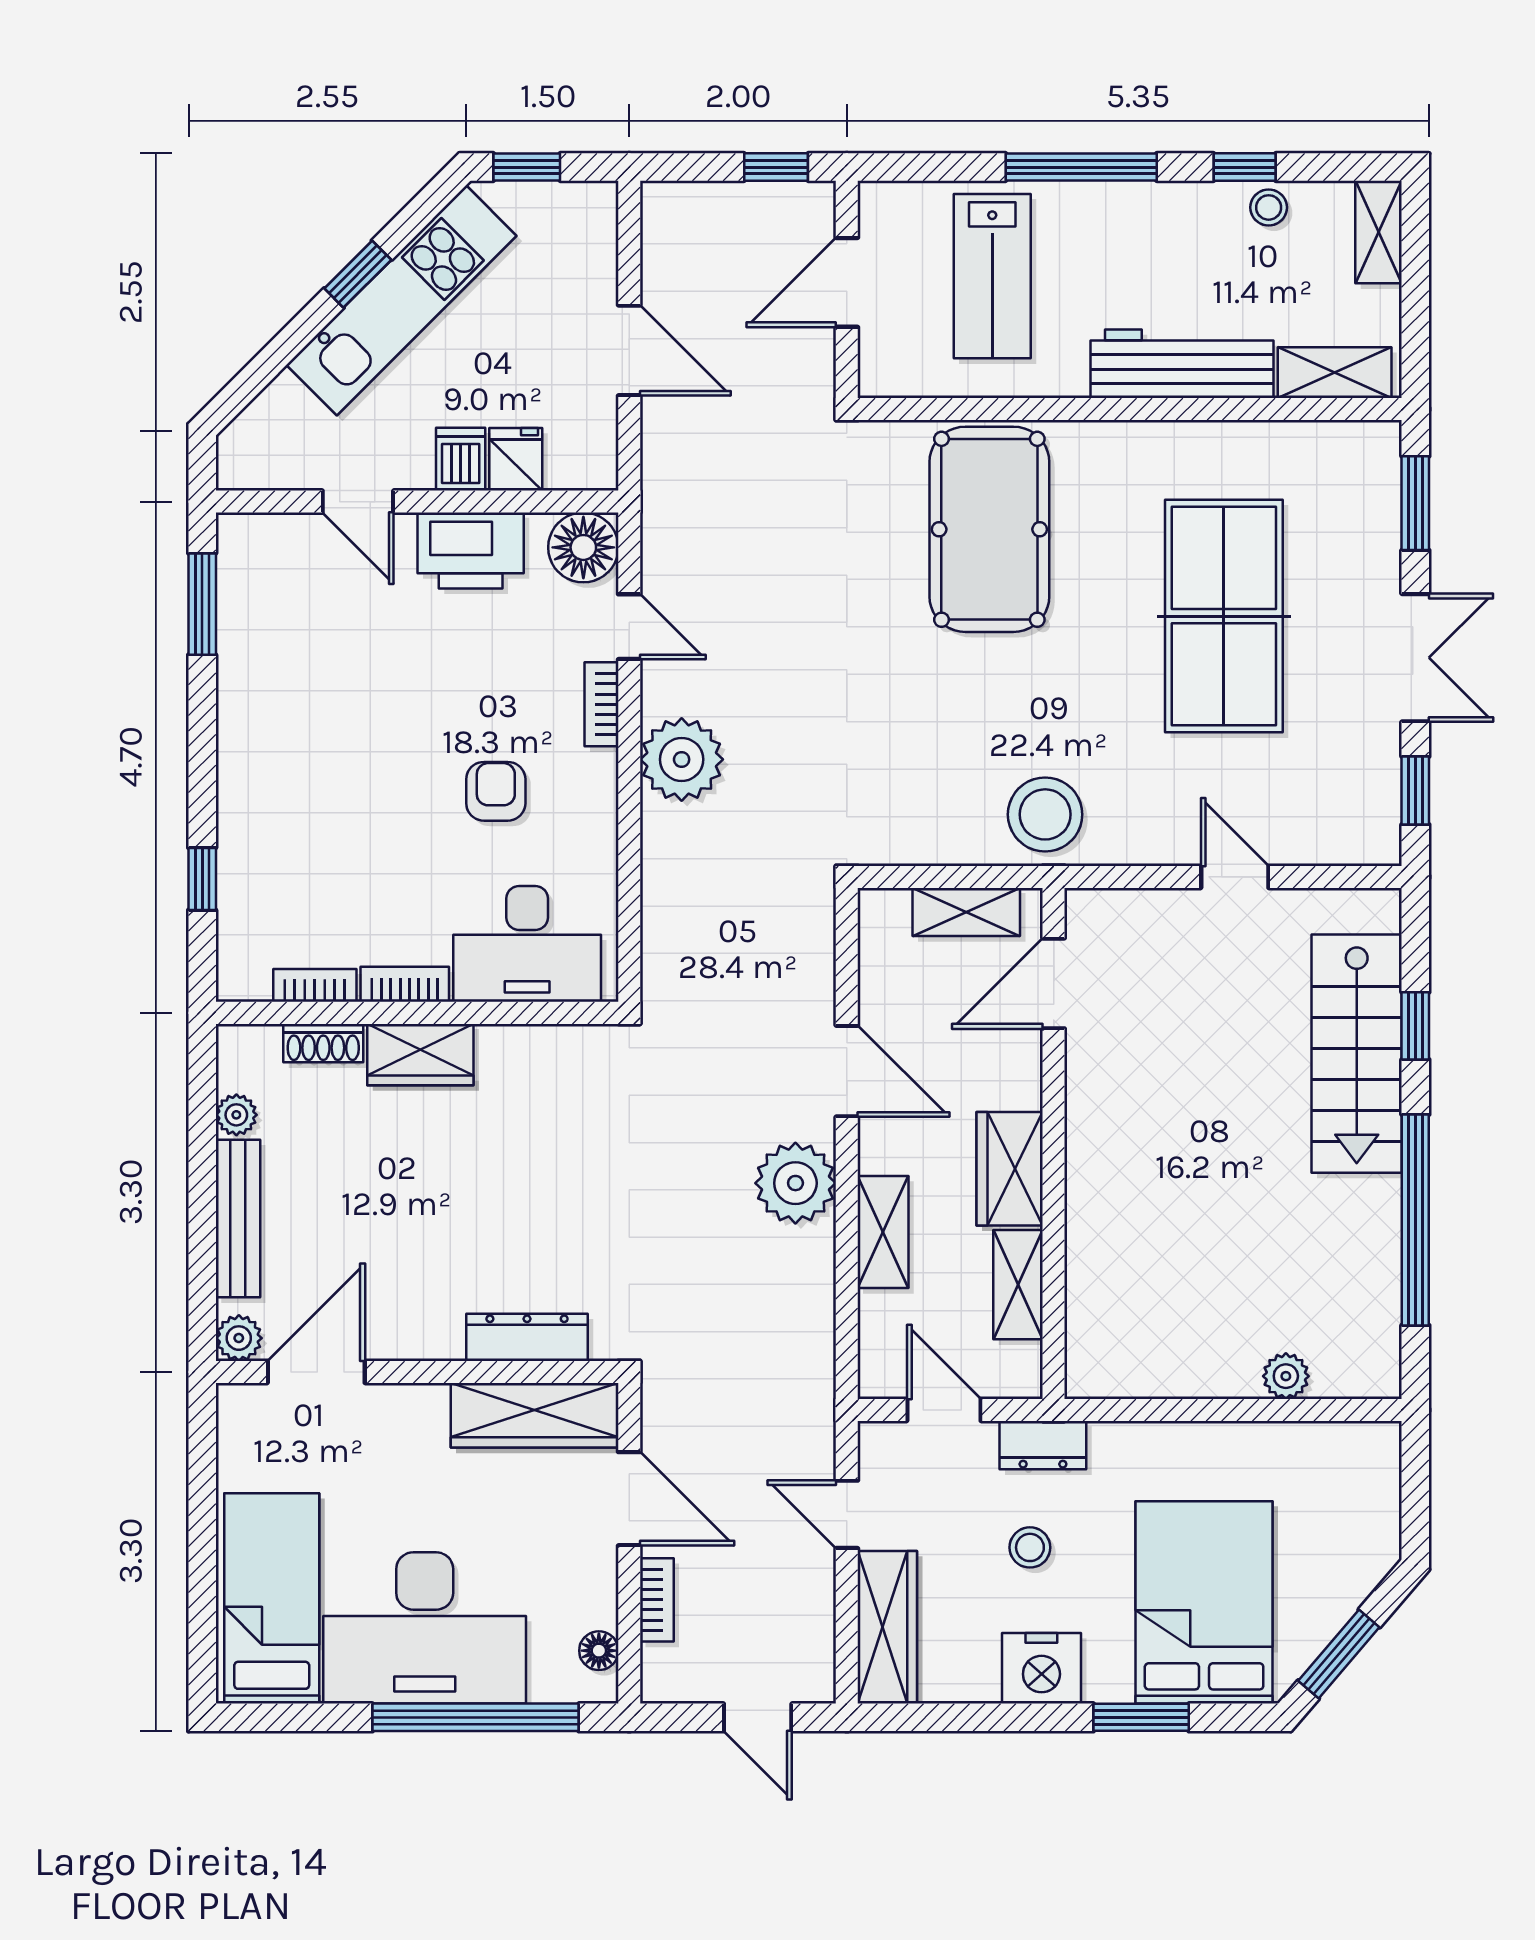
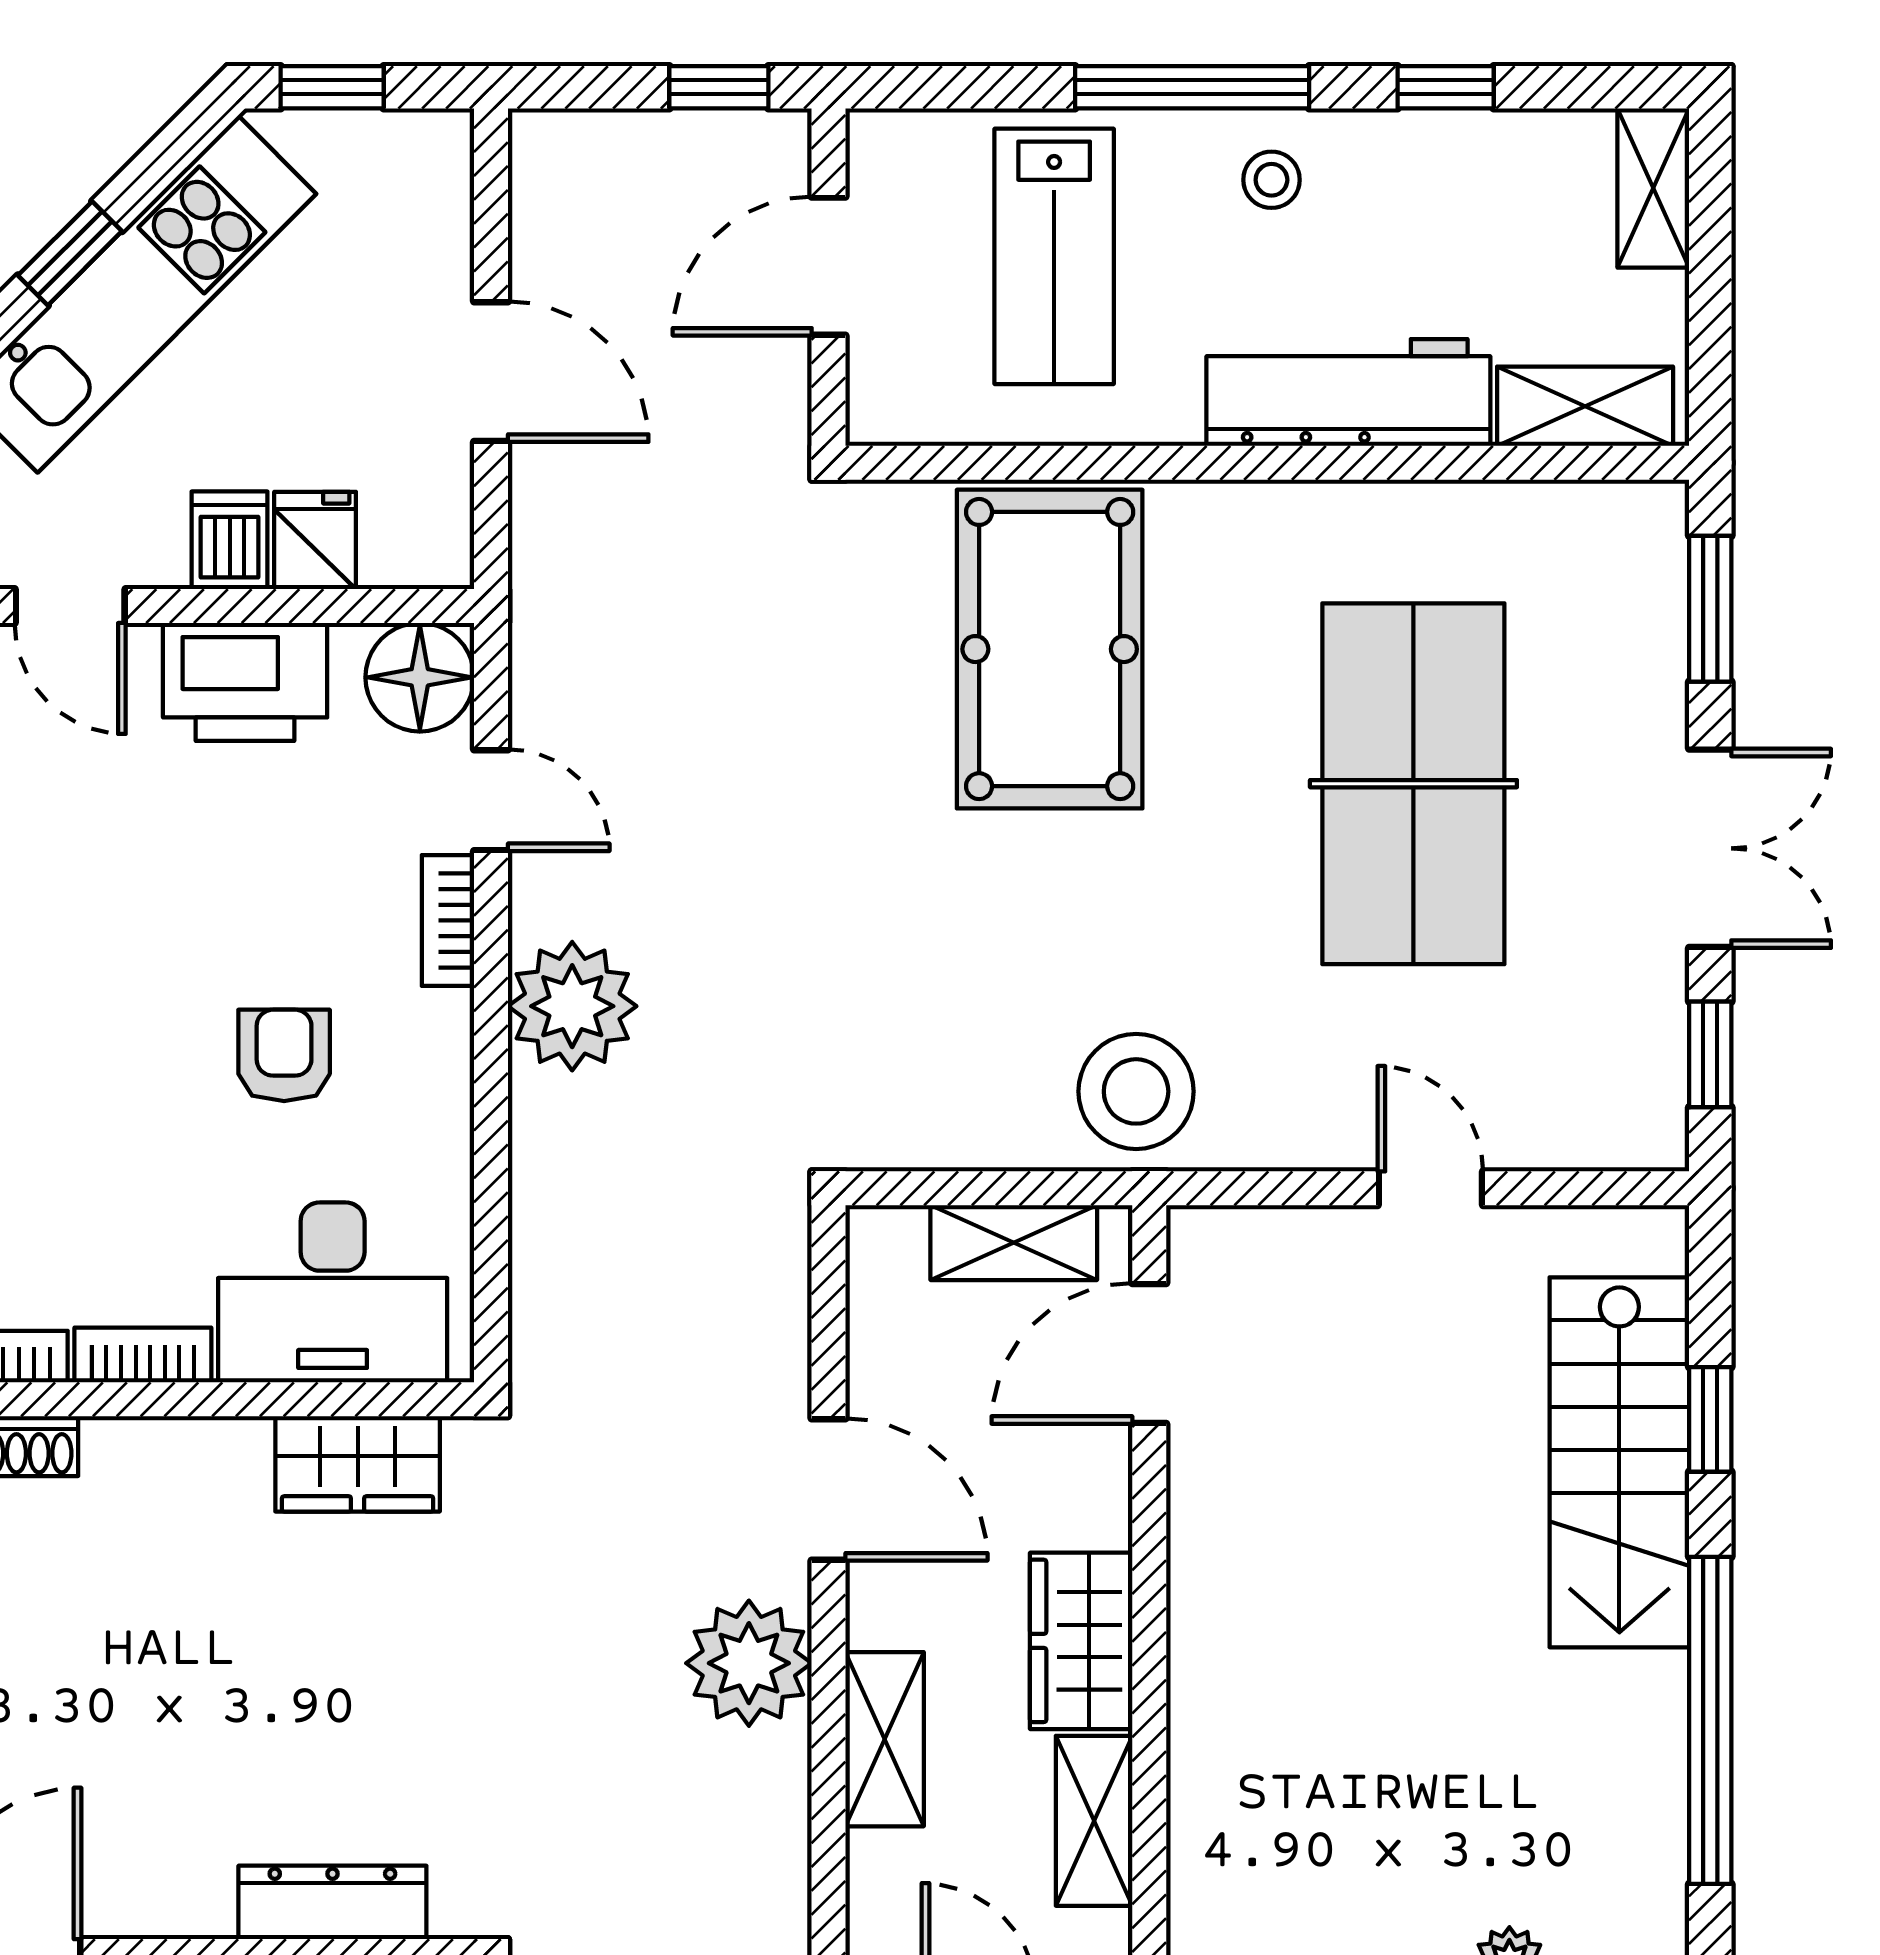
stool: (1269, 207) -> (1271, 180), moved
wardrobe: (420, 1055) -> (358, 1464), moved

